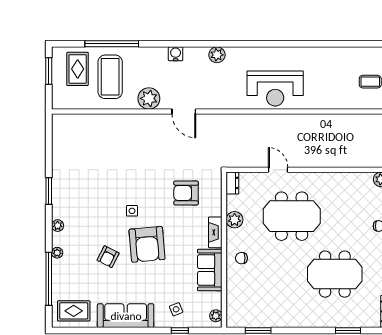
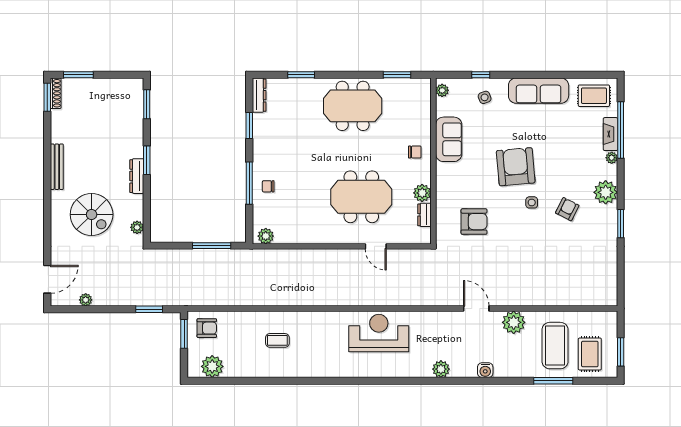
window: (112, 44) -> (553, 381), width x0.68
dresser: (232, 183) -> (424, 215), moved
plant: (58, 226) -> (606, 192), width x1.88, depth x1.88
fireplace: (215, 232) -> (610, 134), moved, turned 180
armchair: (108, 257) -> (567, 209), moved
meeting table: (335, 274) -> (353, 106), moved

